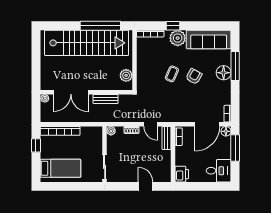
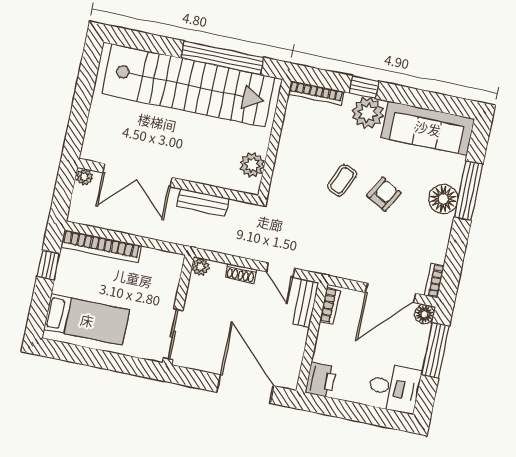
door: (146, 186) -> (245, 389), width x1.88

